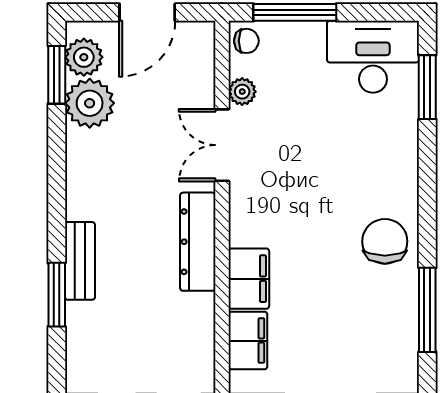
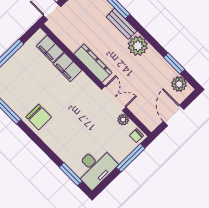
window: (57, 75) -> (174, 63), moved
plant: (90, 103) -> (138, 46), moved

